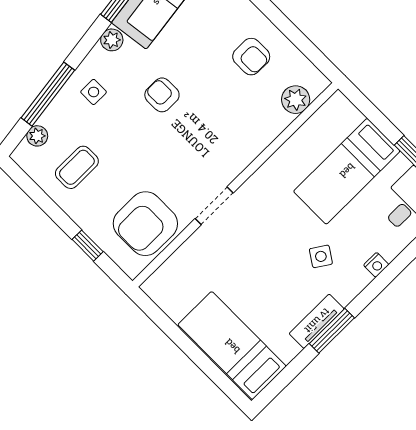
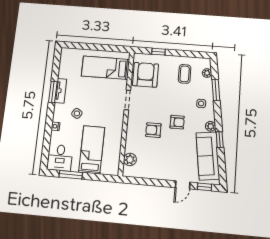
armchair: (251, 57) -> (153, 130), moved
window: (48, 94) -> (216, 90), width x0.69
bed: (232, 346) -> (105, 68), moved, turned 180

